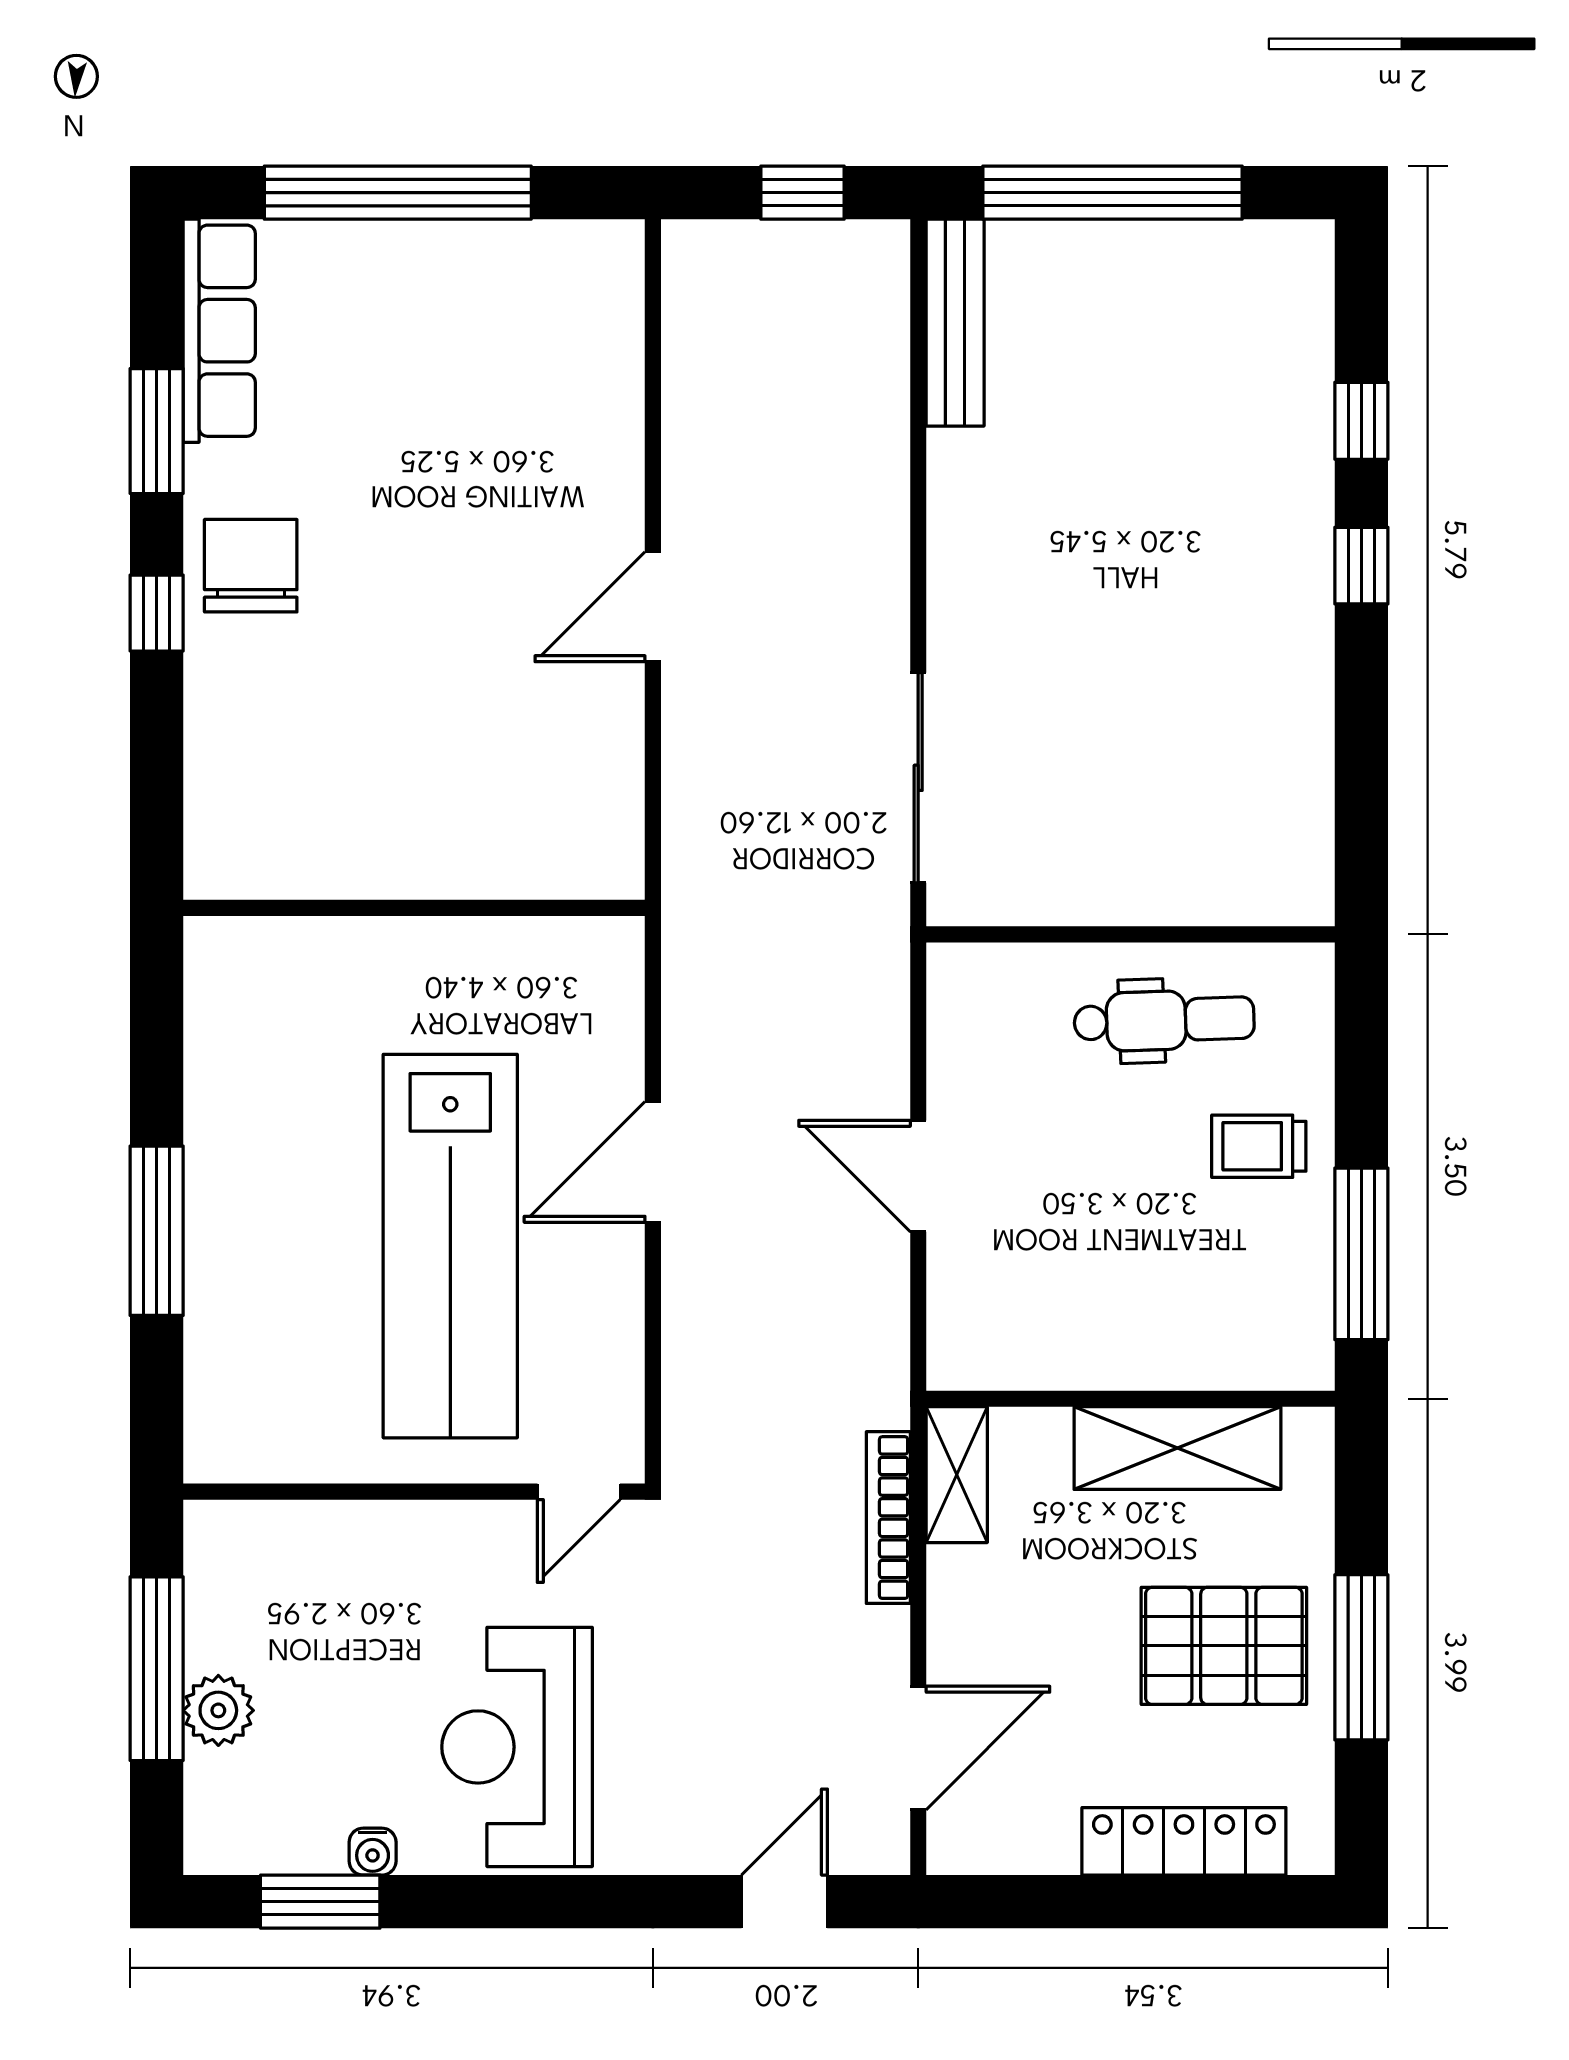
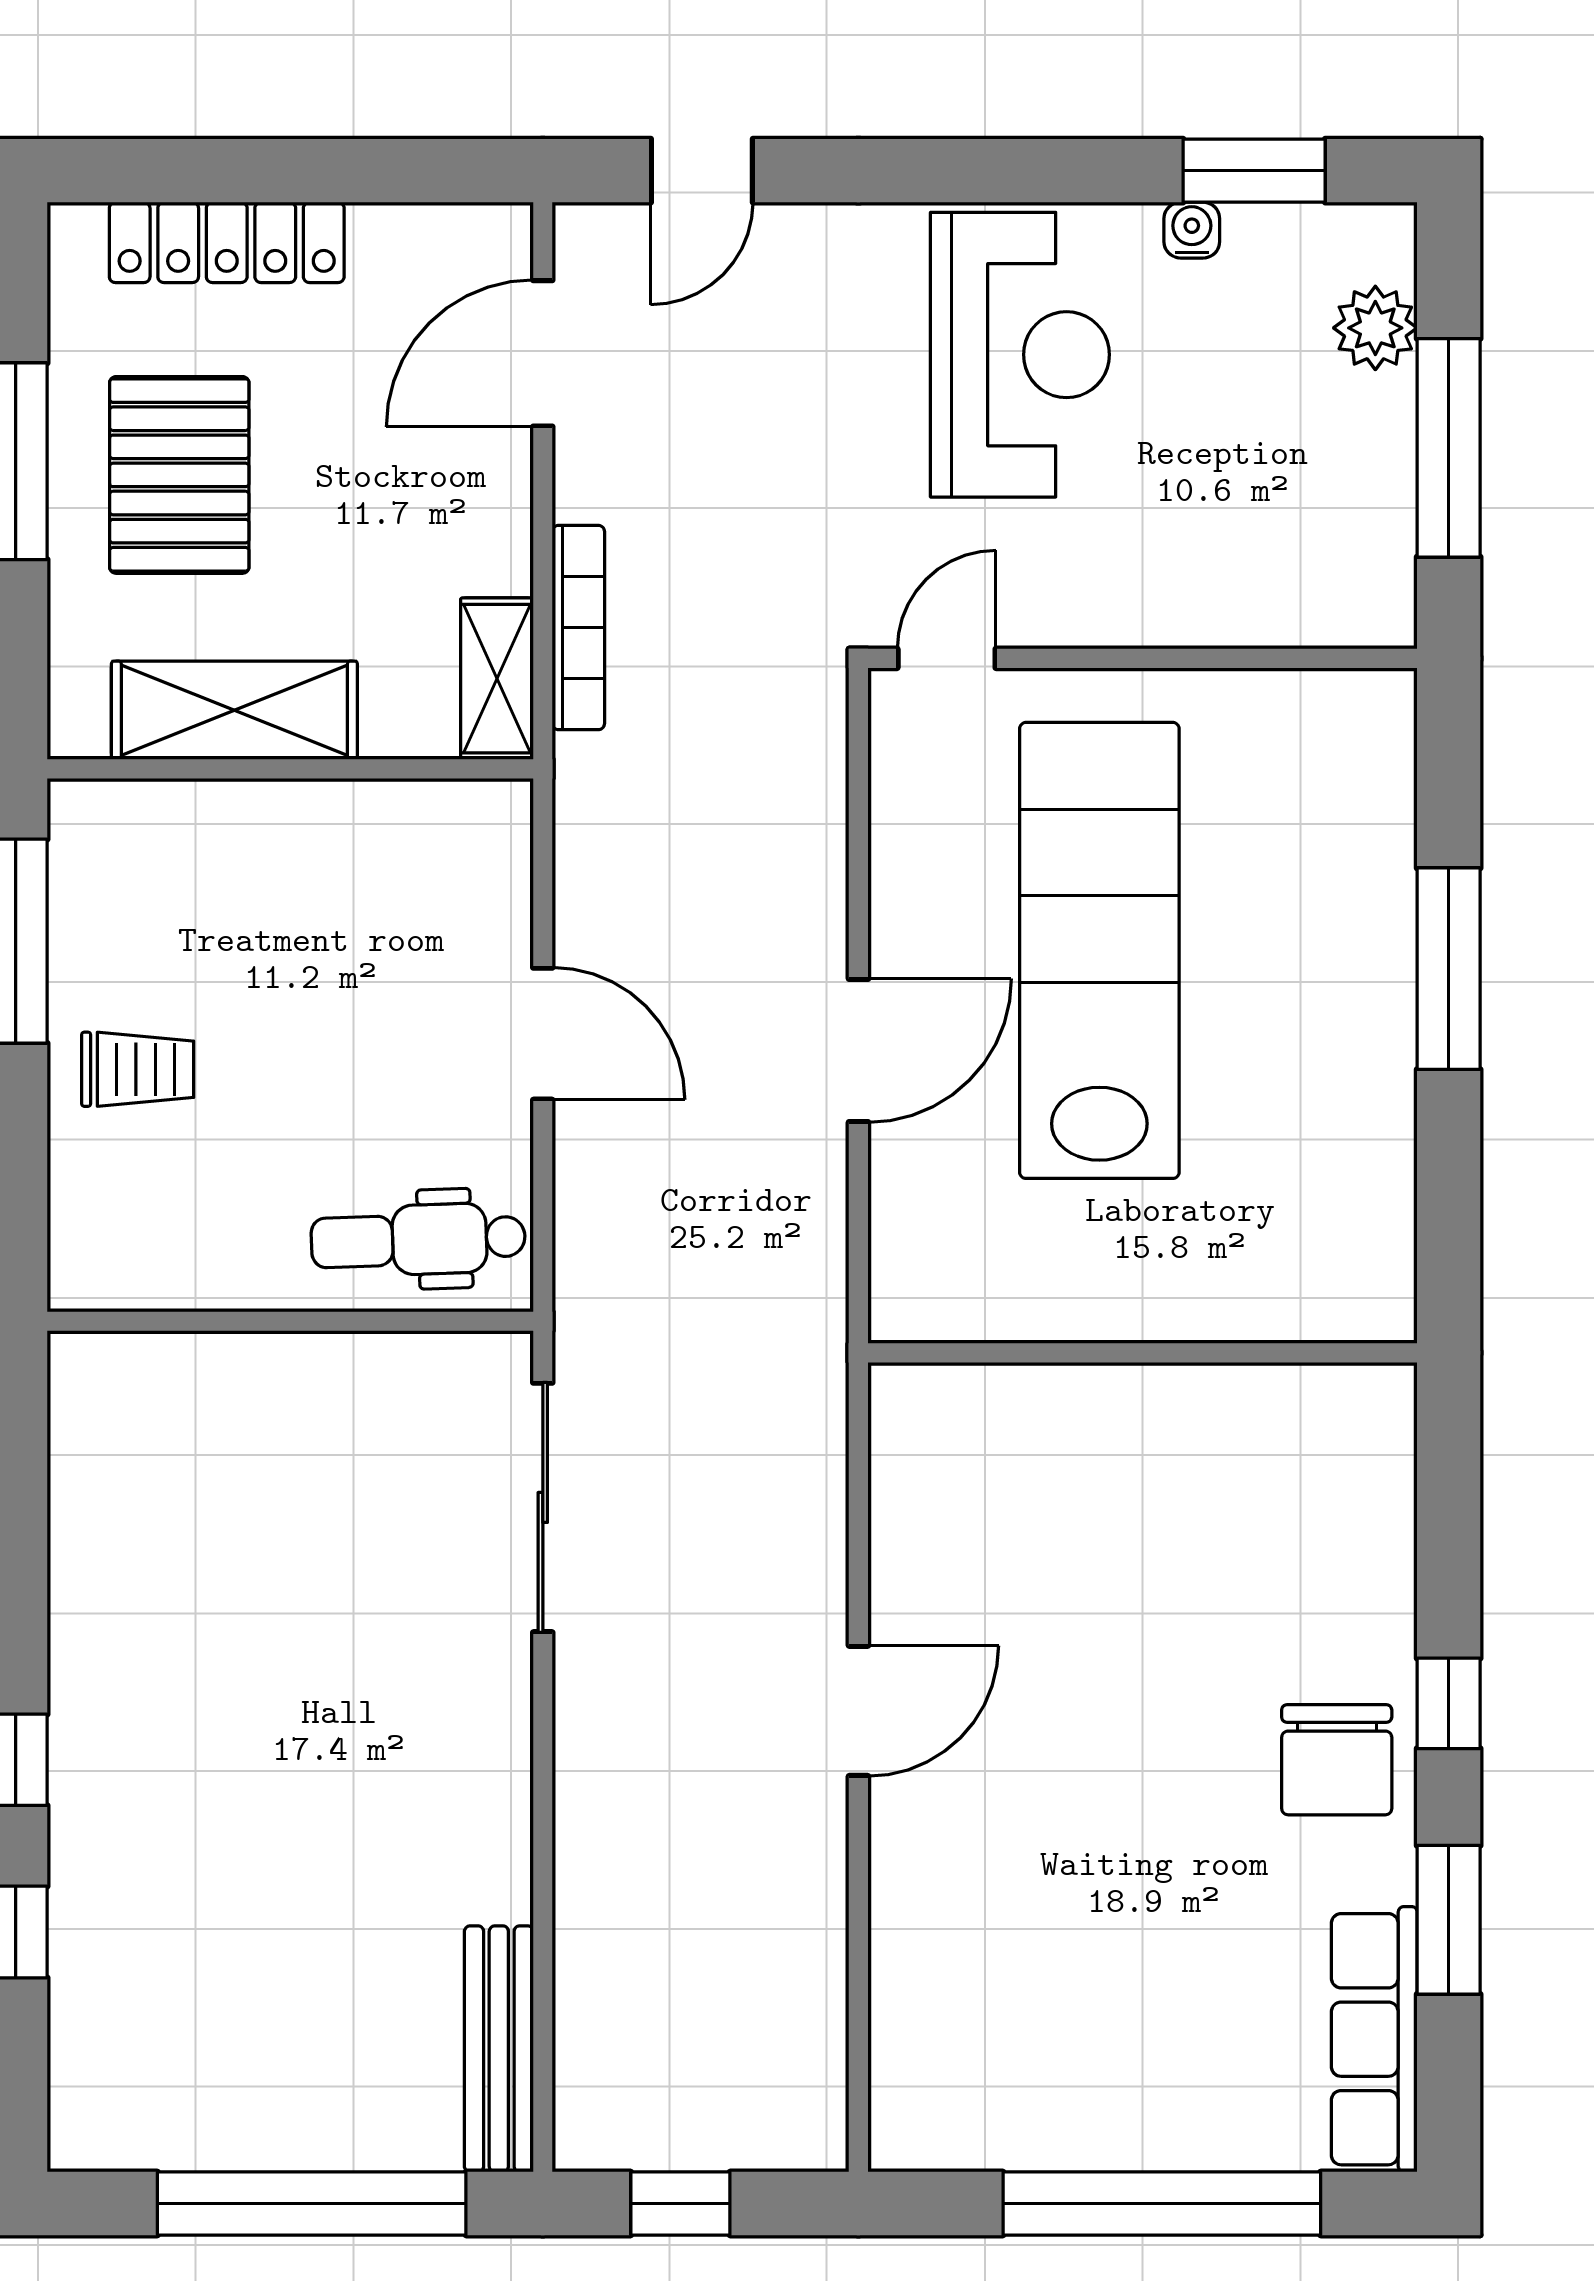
dental chair: (1164, 1020) -> (418, 1240), moved
pallet: (1224, 1646) -> (179, 475), turned 90
plant: (218, 1710) -> (1375, 328), moved

